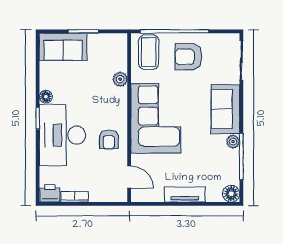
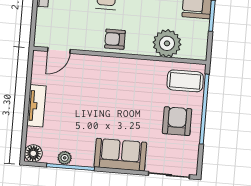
plant: (120, 79) -> (167, 43), width x1.88, depth x1.88
corner sofa: (156, 118) -> (117, 83), removed
armchair: (109, 140) -> (115, 39), moved
plant: (233, 142) -> (65, 158), moved

